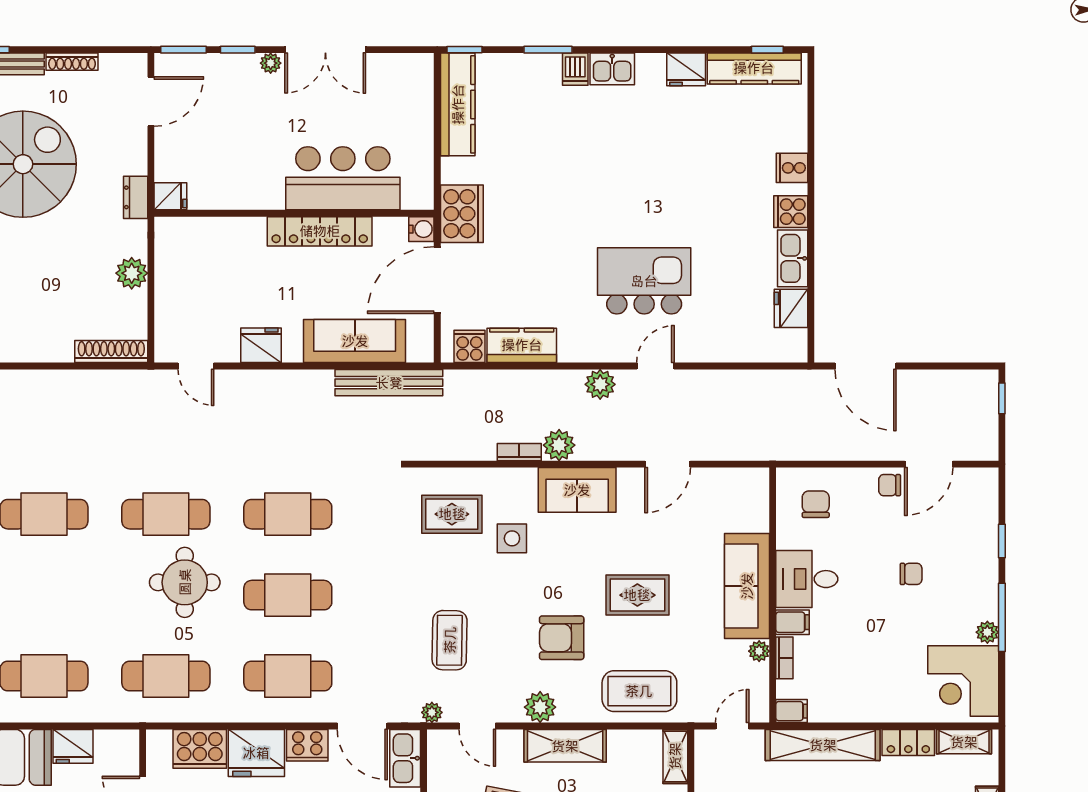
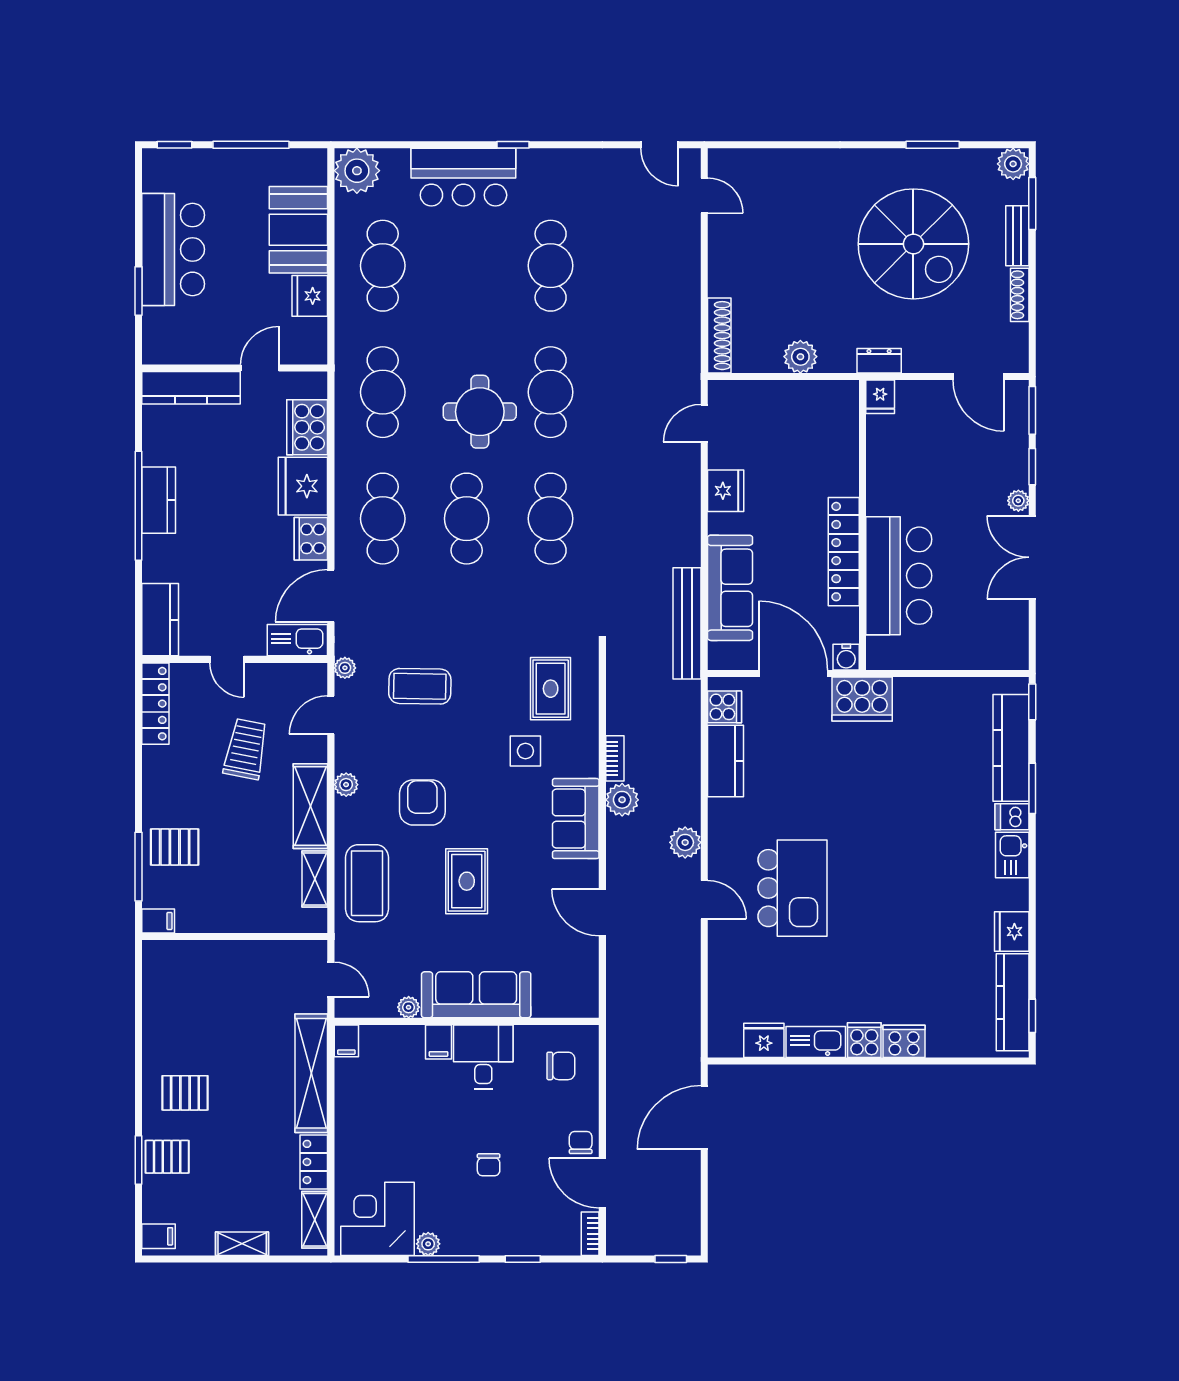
kitchen counter: (458, 104) -> (1011, 748), moved, turned 90
cooker: (792, 168) -> (904, 1041), width x1.36
bookcase: (784, 658) -> (590, 1234), moved, turned 90
plant: (540, 707) -> (346, 785), width x0.73, depth x0.73
shelving: (675, 756) -> (315, 879), moved, turned 90

